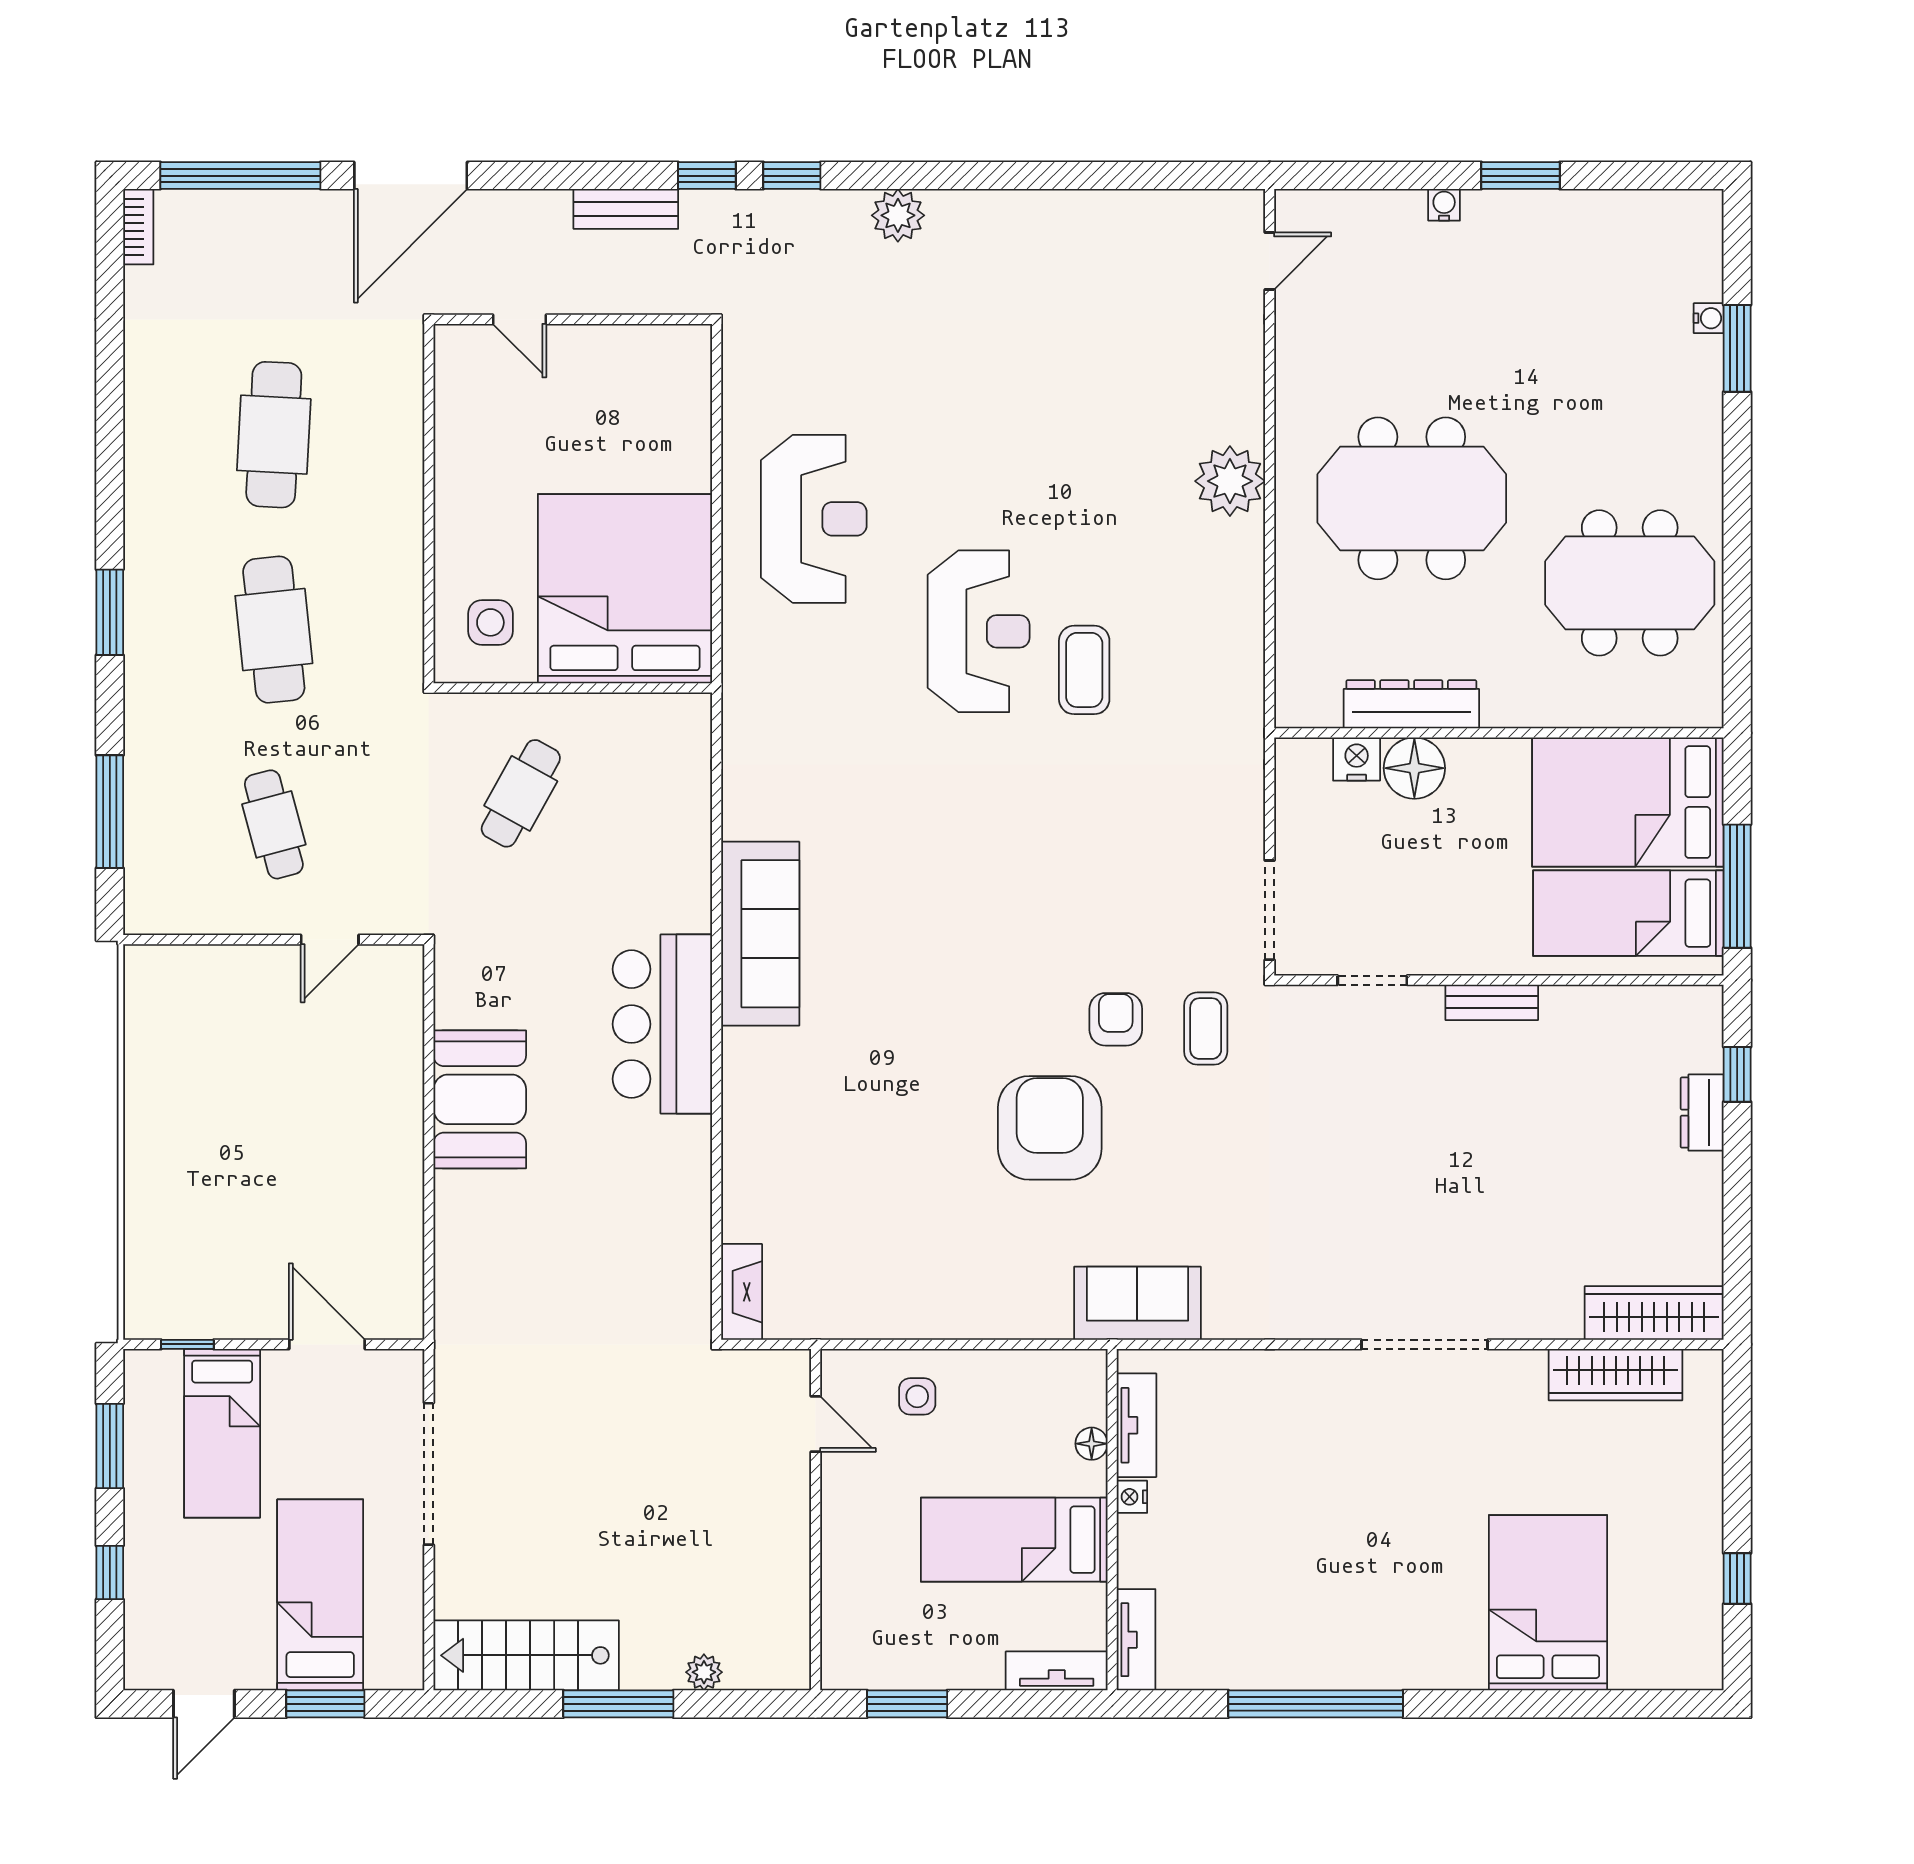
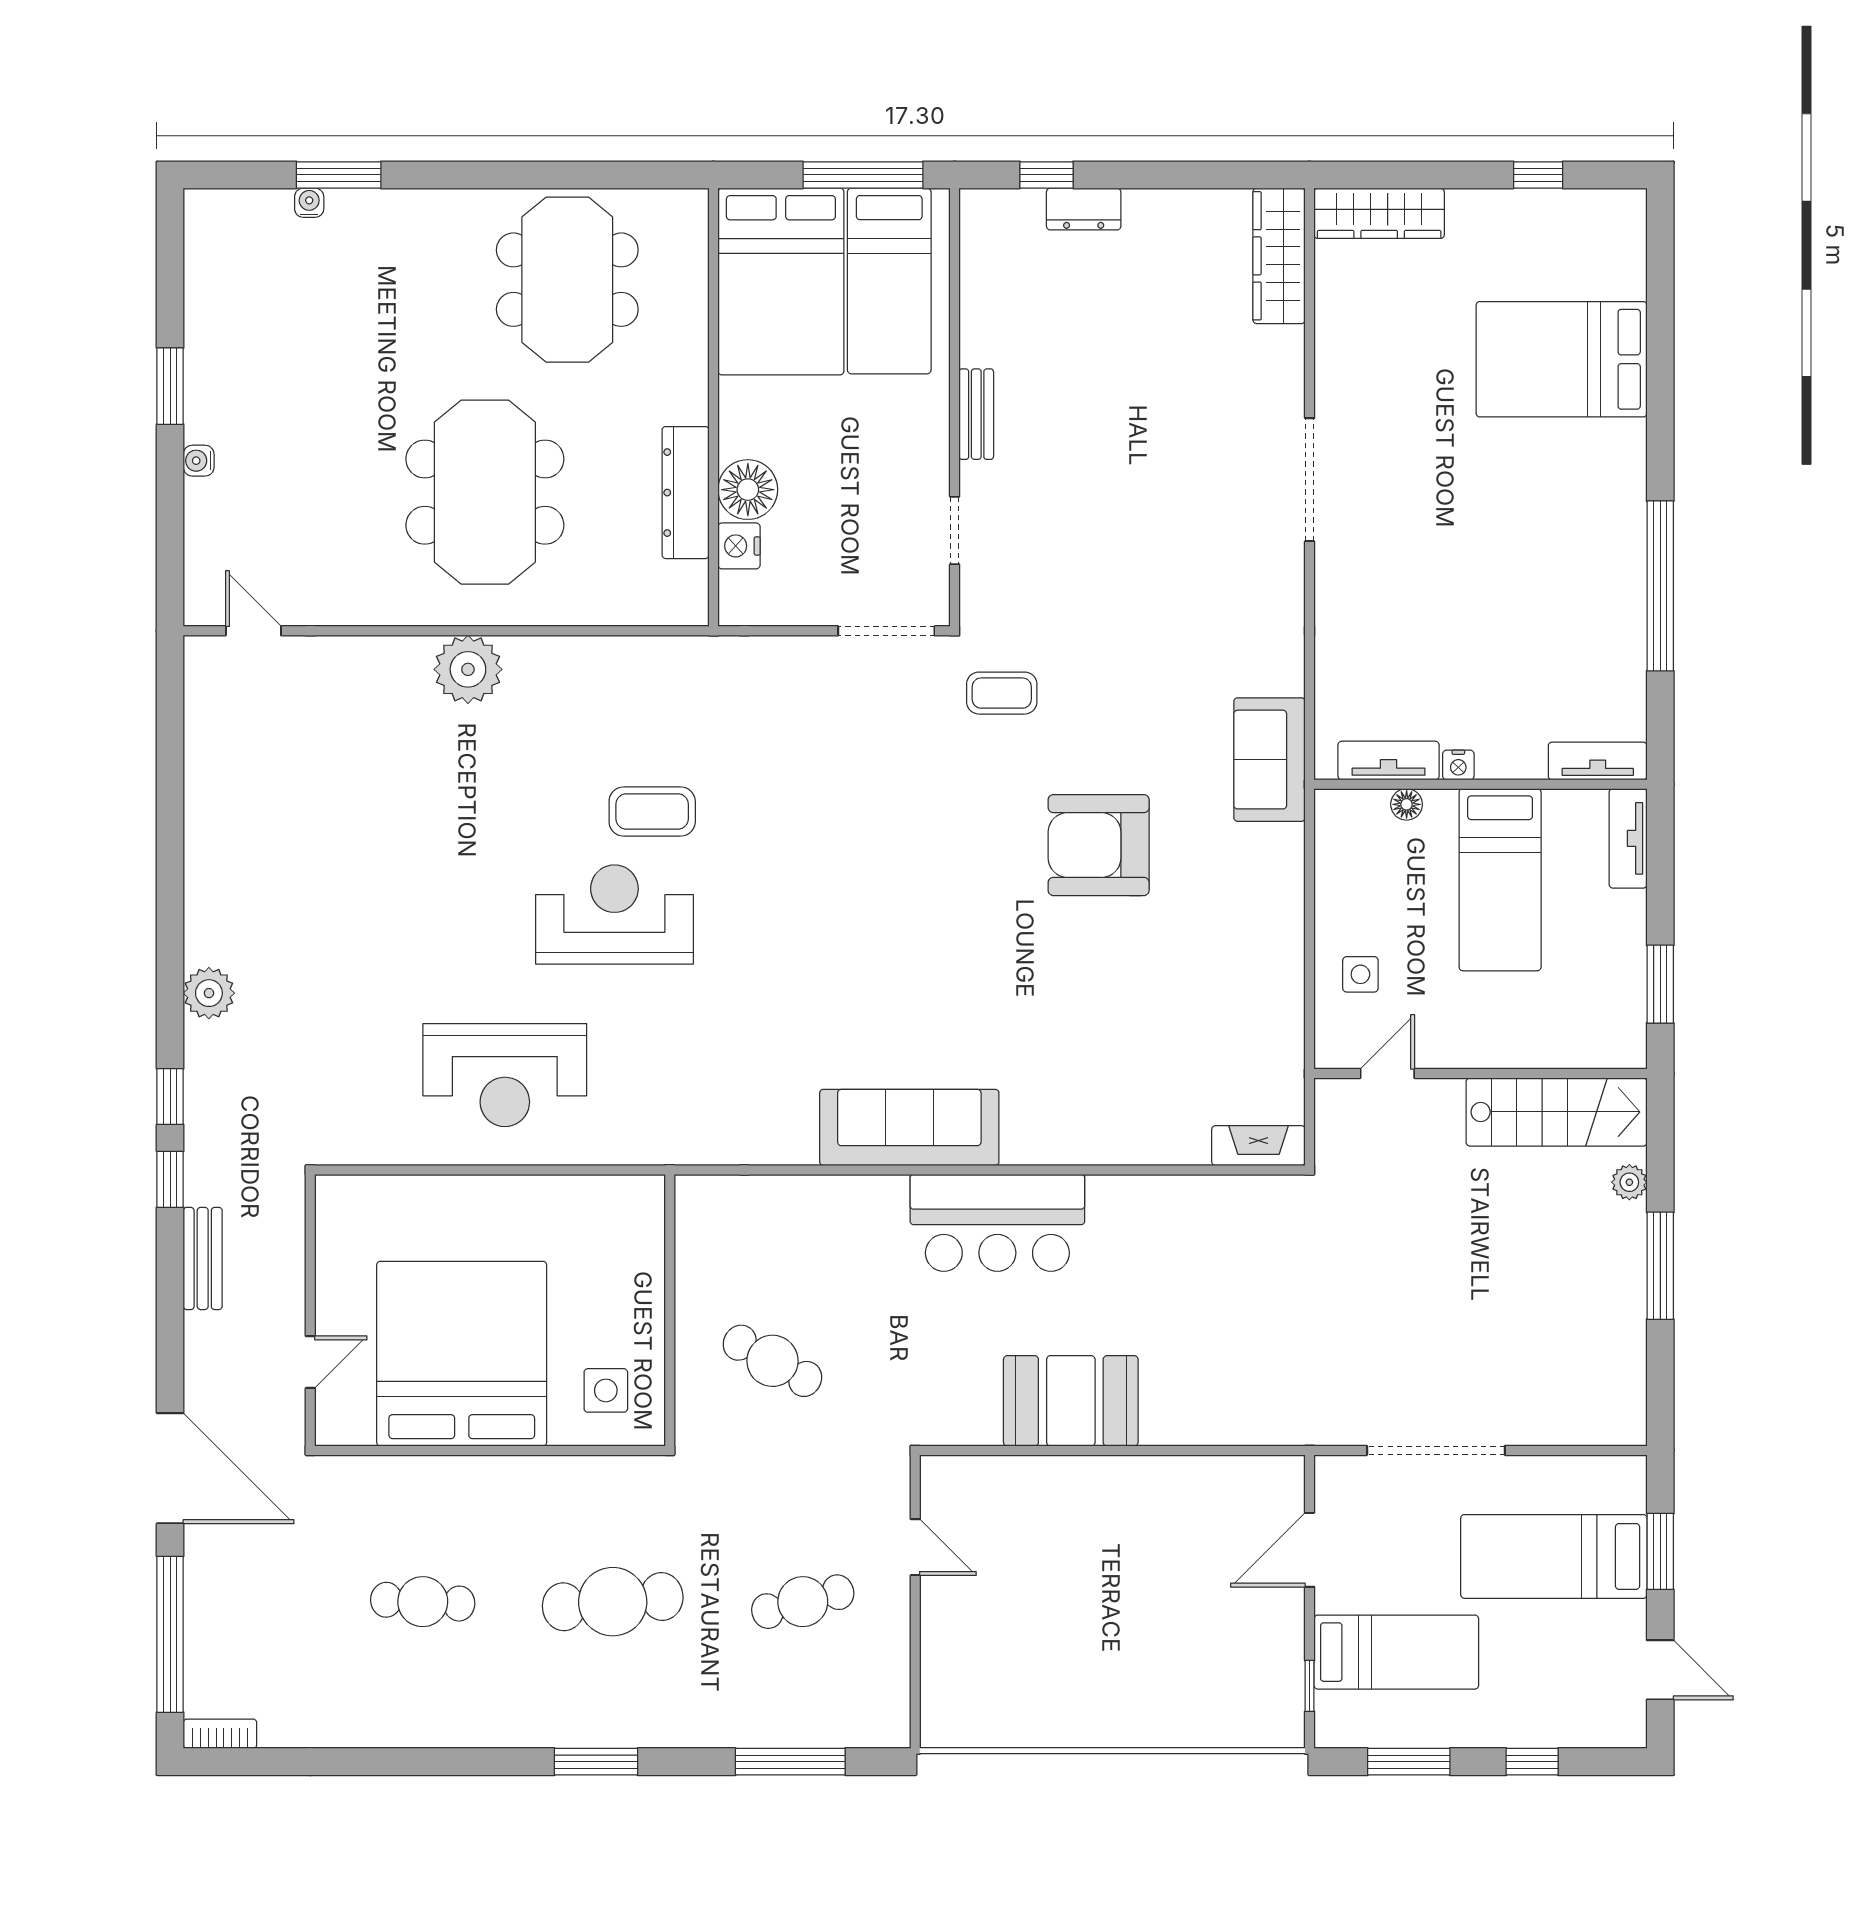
cafe table: (274, 435) -> (423, 1602), width x0.73, depth x0.74
reception desk: (814, 519) -> (505, 1075), turned 180
bed: (625, 589) -> (462, 1354), moved, turned 90
armchair: (1116, 1019) -> (993, 781), removed
wardrobe: (1616, 1375) -> (1379, 213), moved, turned 90
stairs: (526, 1655) -> (1557, 1112), moved, turned -90

